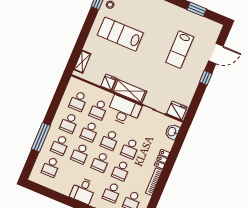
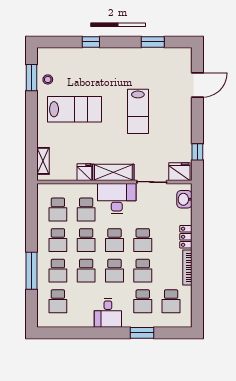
lab bench: (120, 34) -> (74, 109), turned 180
lab bench: (180, 50) -> (138, 111), moved
window: (206, 78) -> (197, 152), moved

